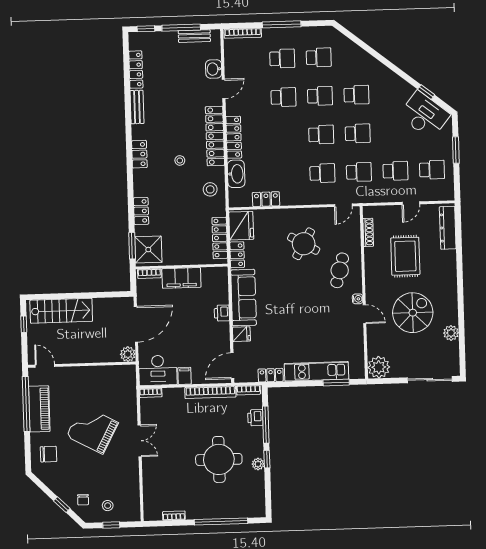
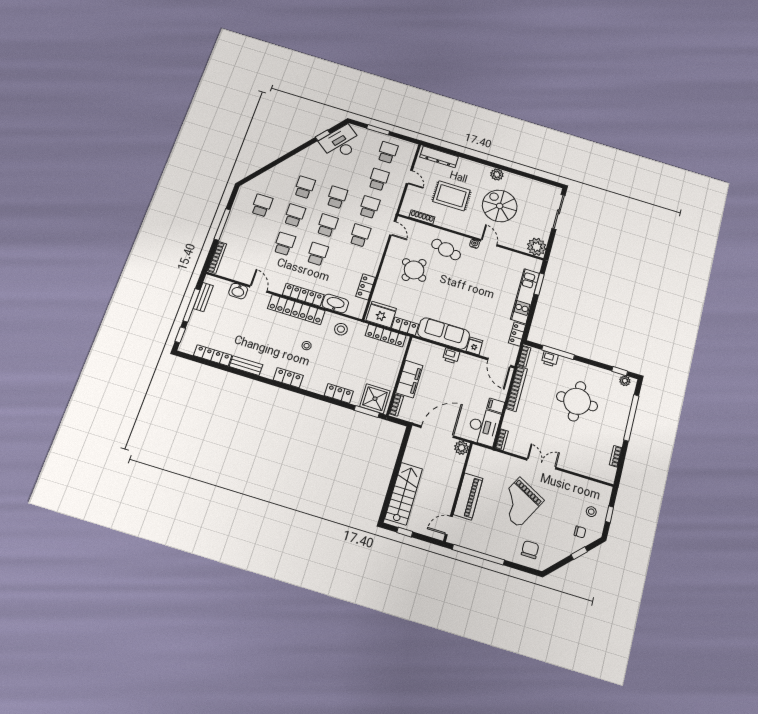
school desk: (282, 59) -> (317, 254), moved
door: (365, 314) -> (489, 243), hinge flipped
door: (136, 324) -> (437, 432), hinge flipped
plant: (451, 333) -> (497, 175), moved
piano: (39, 409) -> (468, 496), moved, turned 90
window: (267, 459) -> (620, 371), moved
plant: (258, 464) -> (625, 381), moved

